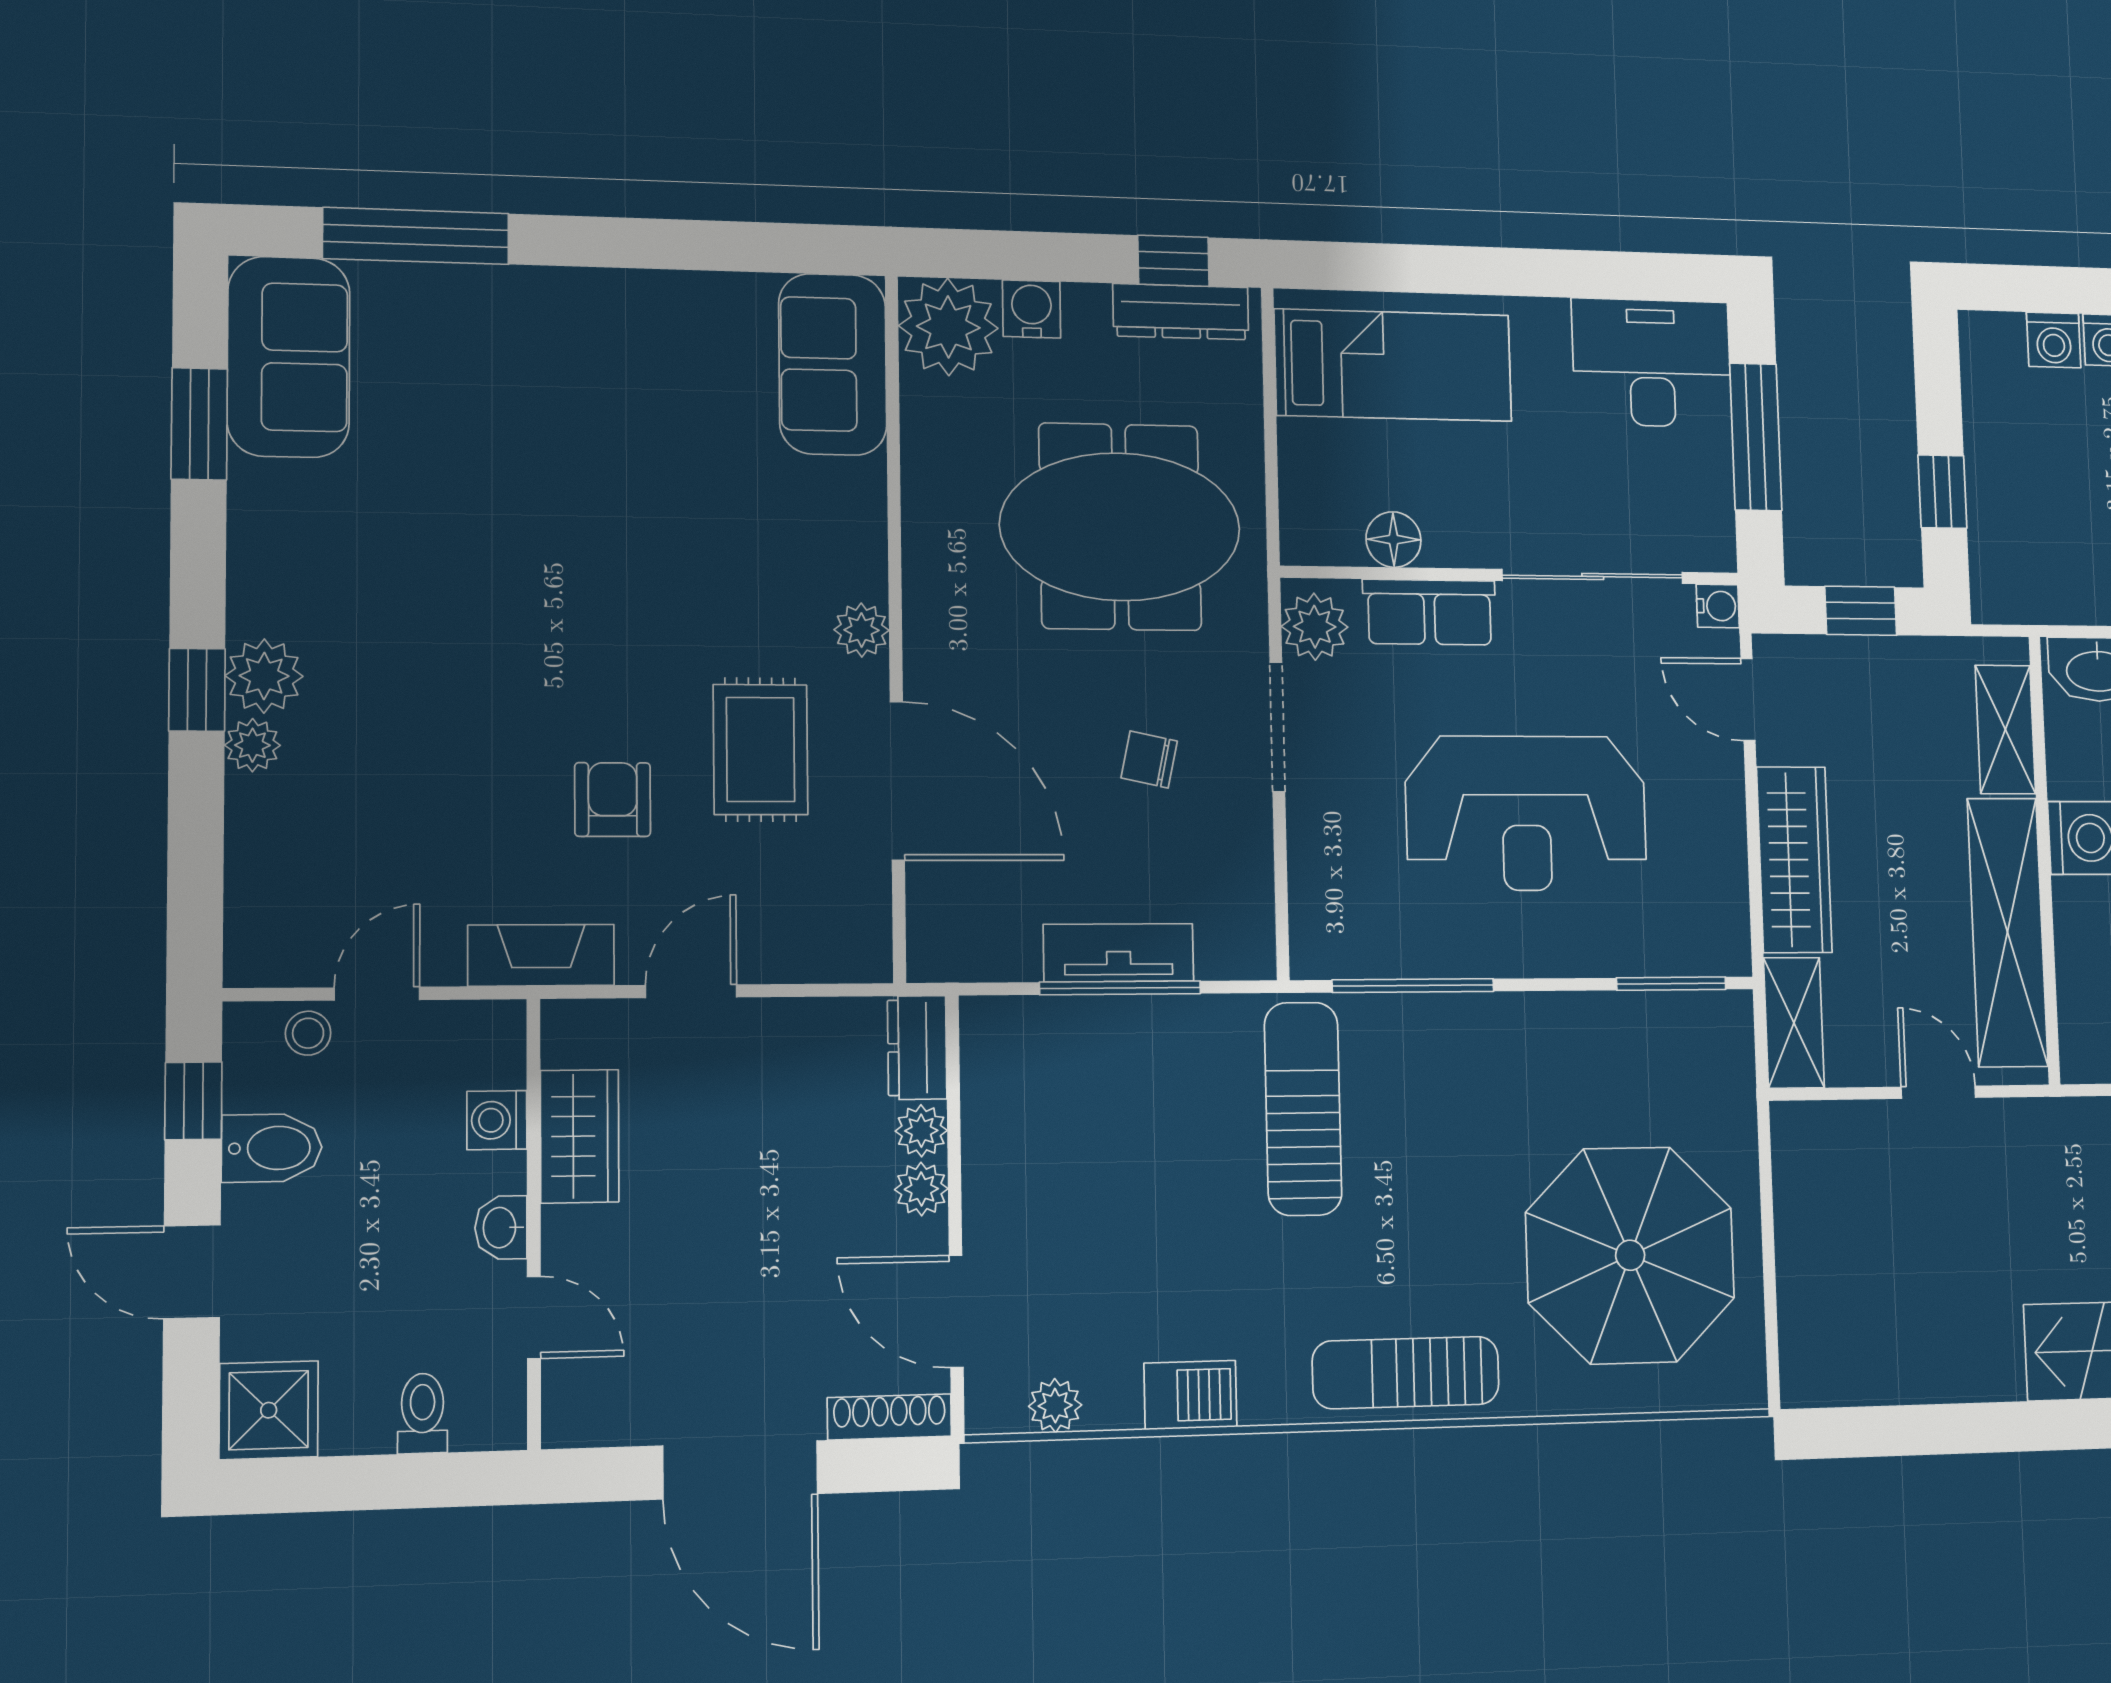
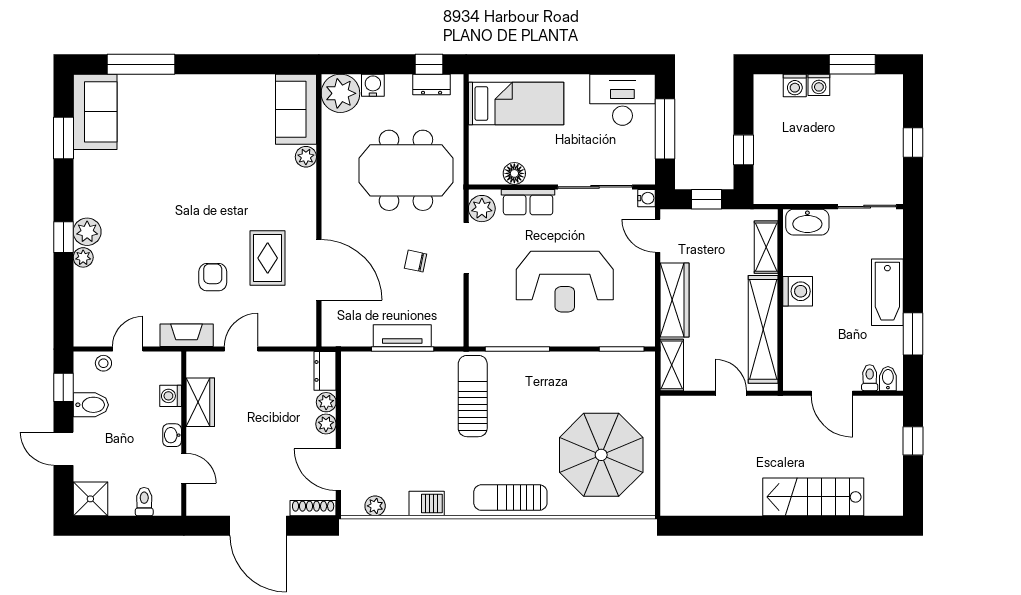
dresser: (1181, 312) -> (432, 84), width x0.70
plant: (861, 630) -> (306, 157), moved

